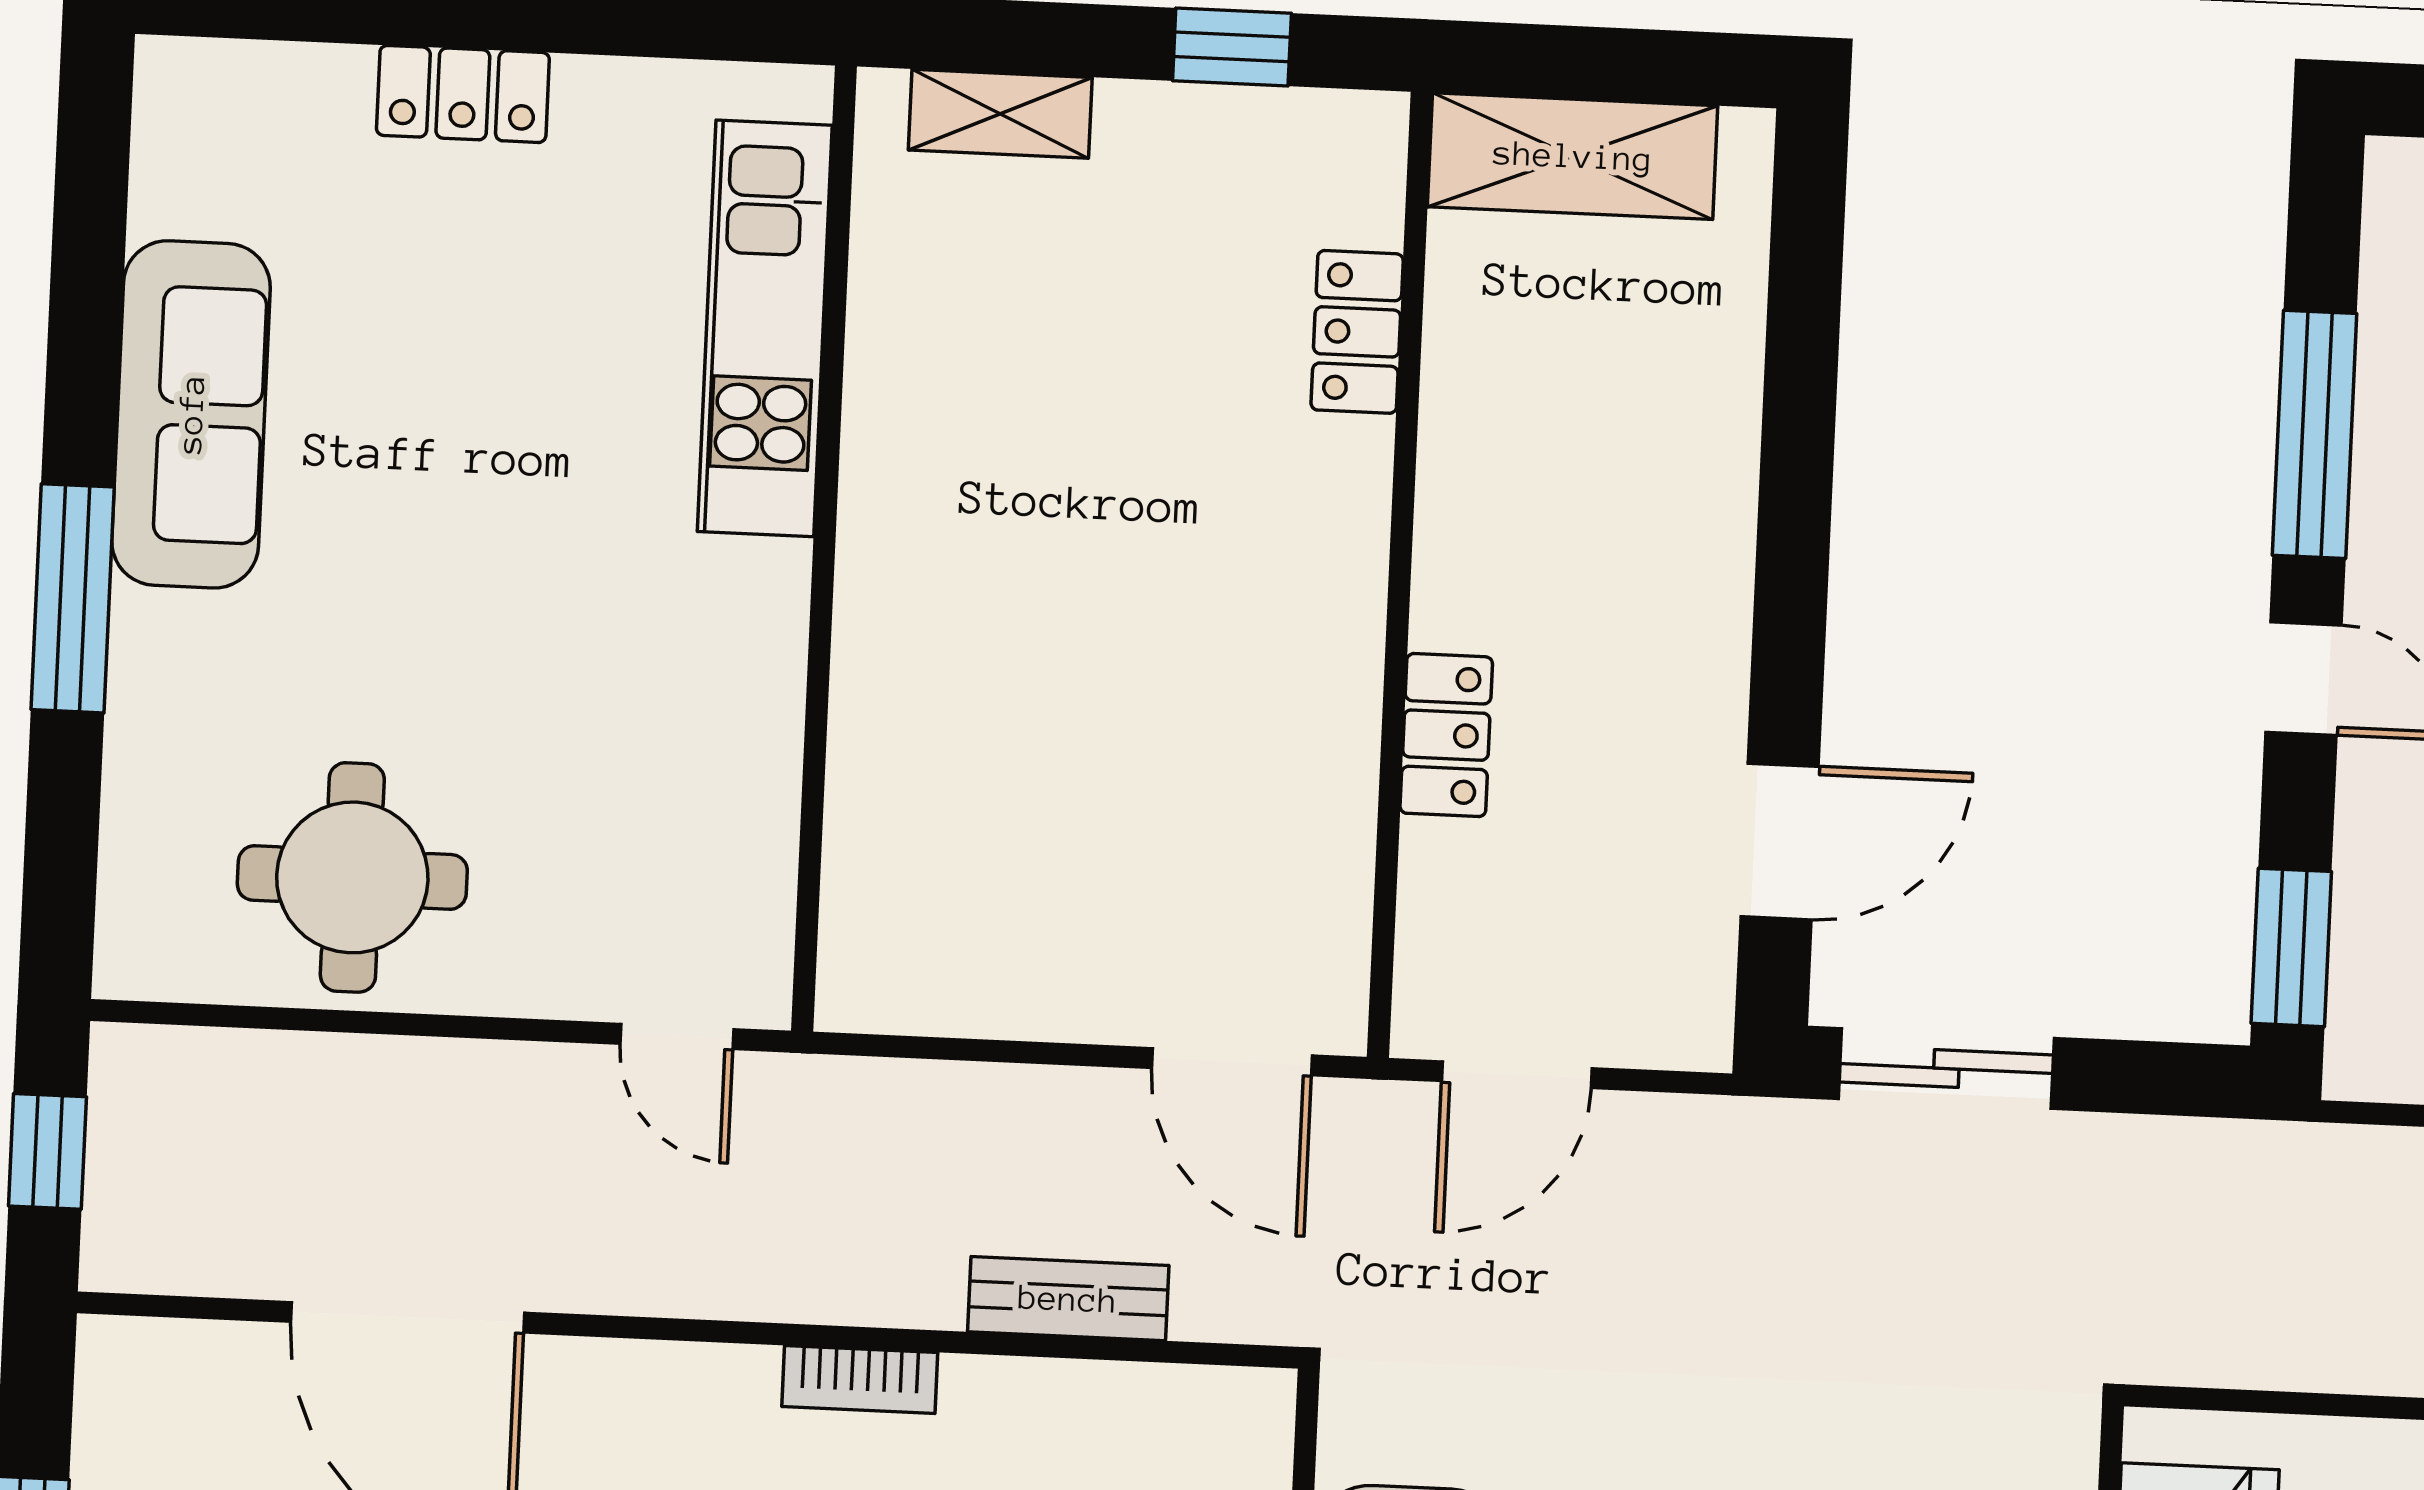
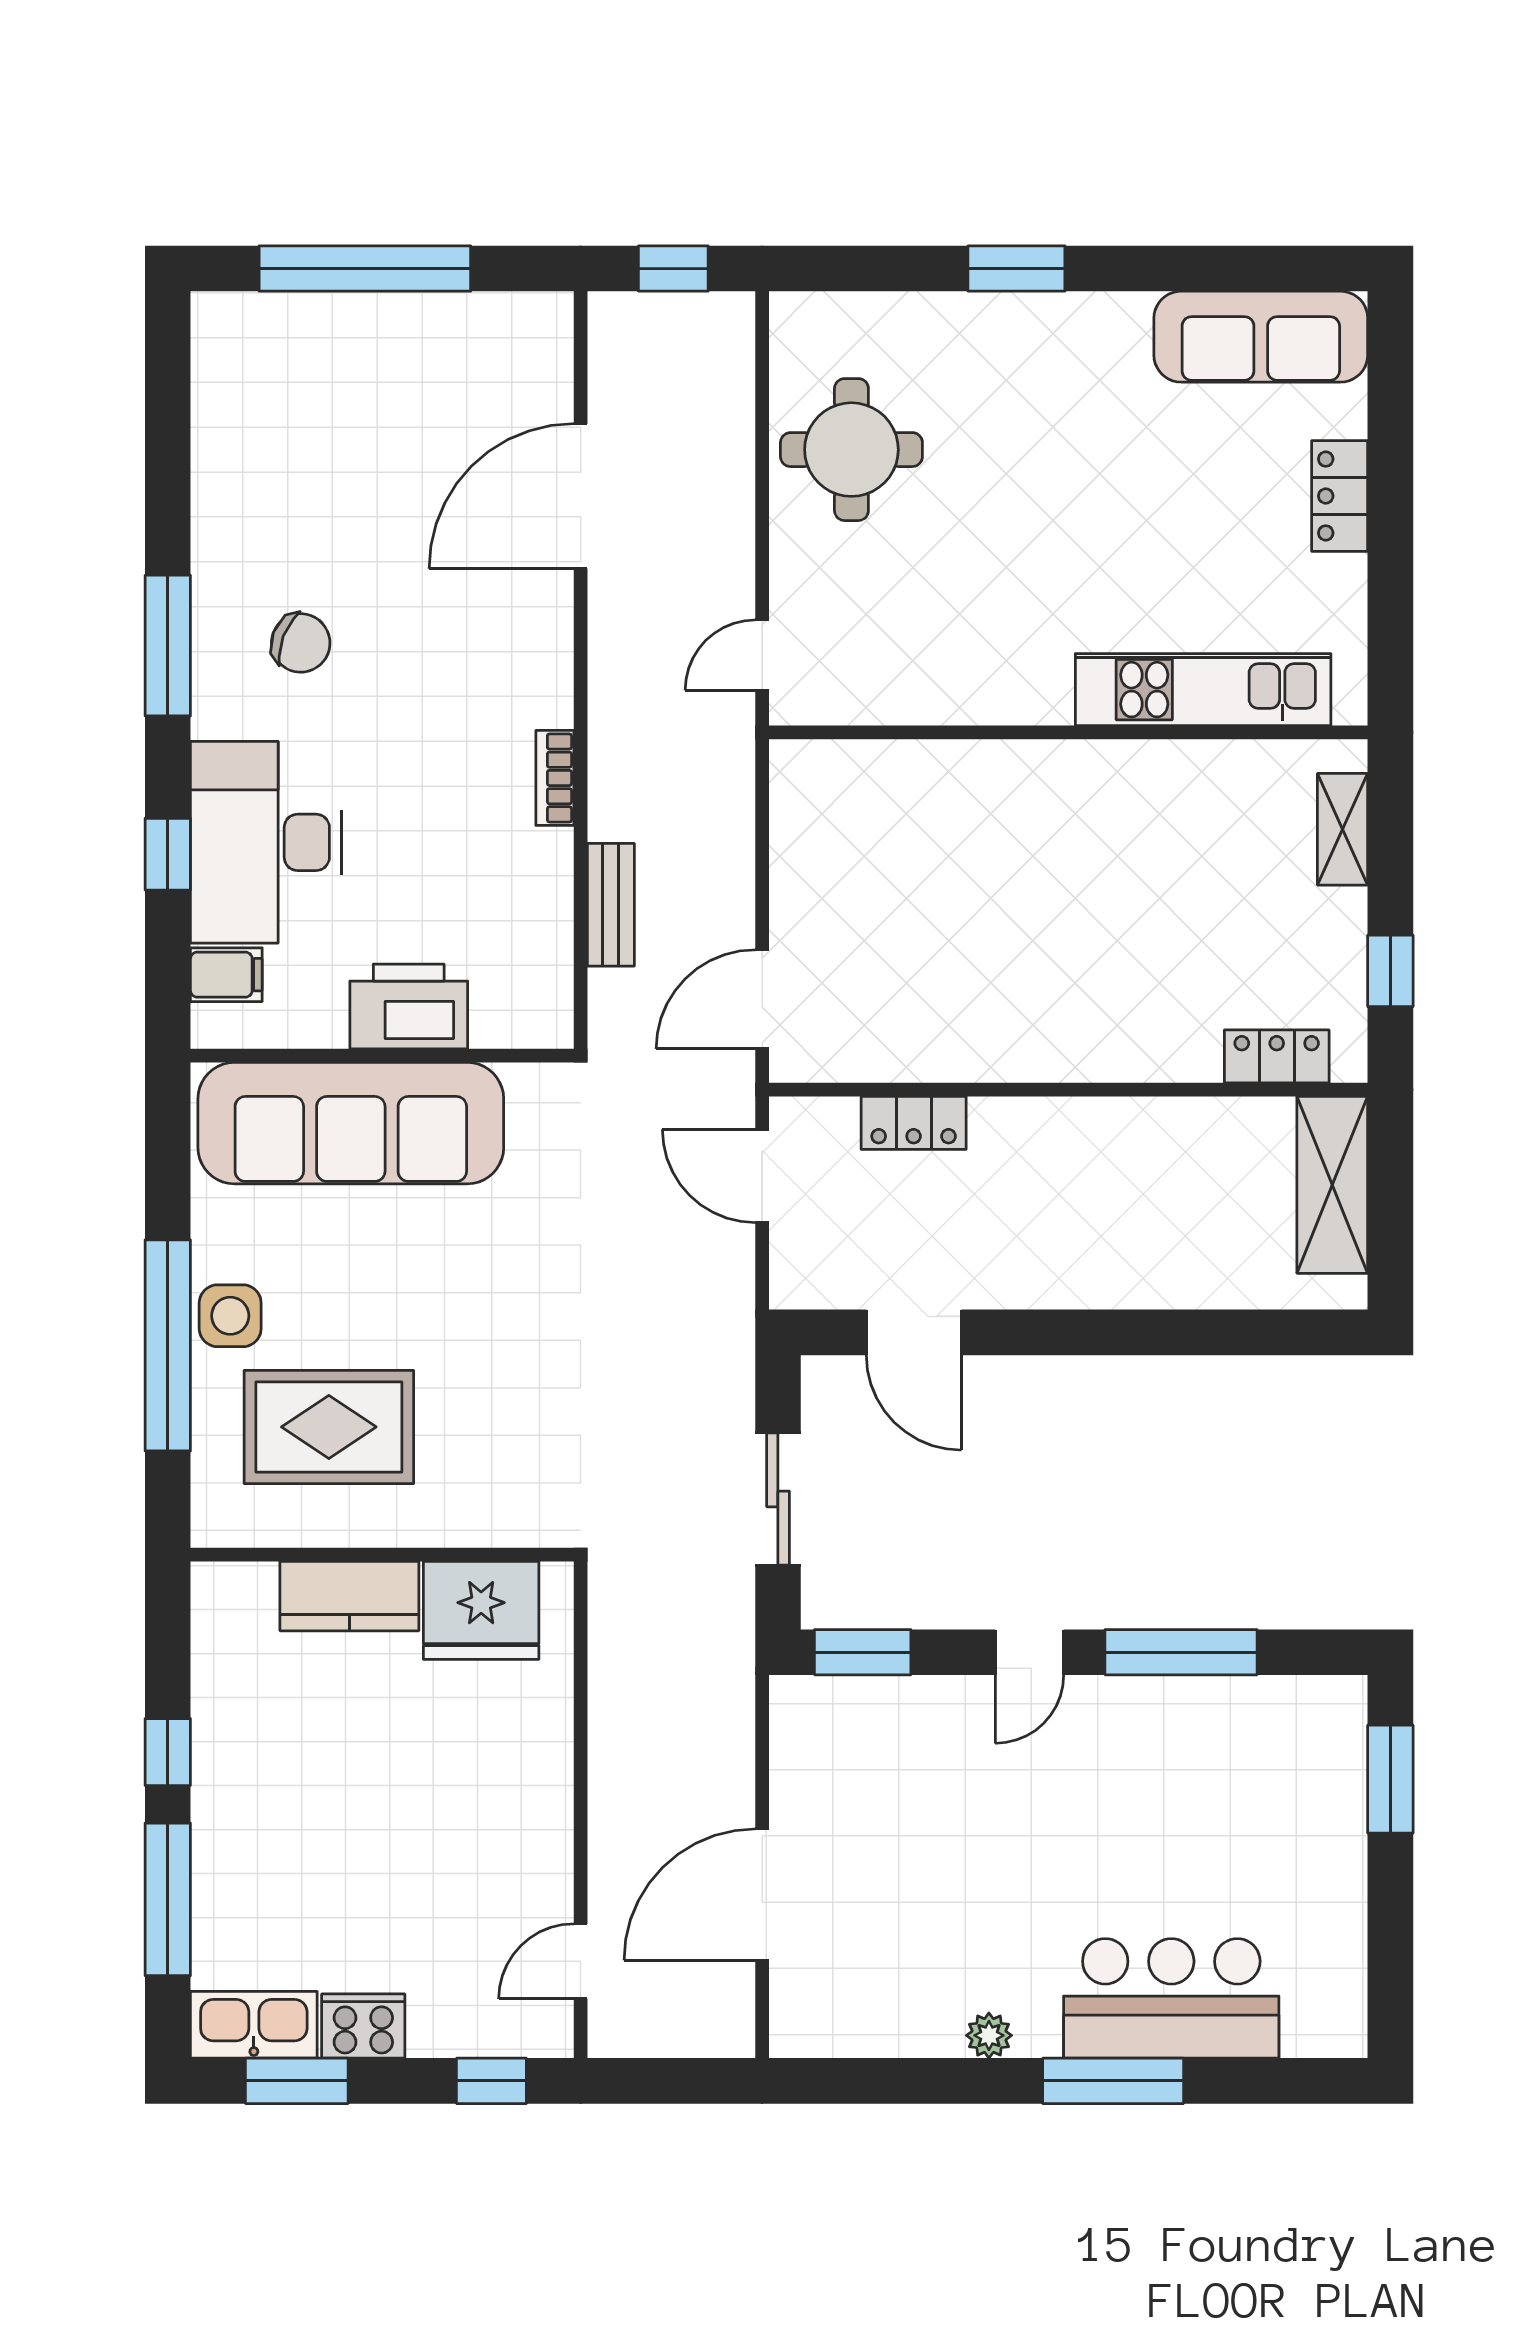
locker: (1357, 332) -> (1277, 1056), moved
sofa: (191, 414) -> (1261, 337), moved
window: (73, 598) -> (1016, 269), width x0.69
locker: (1446, 735) -> (914, 1123), moved
sliding door: (1946, 1069) -> (778, 1499), moved

